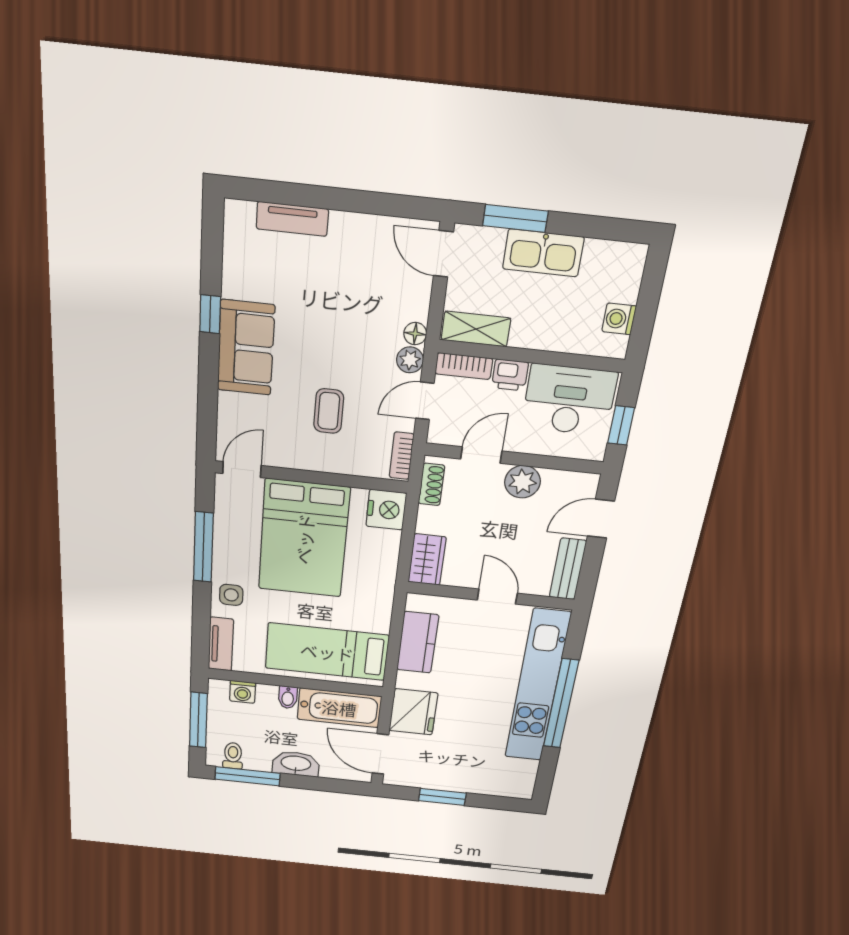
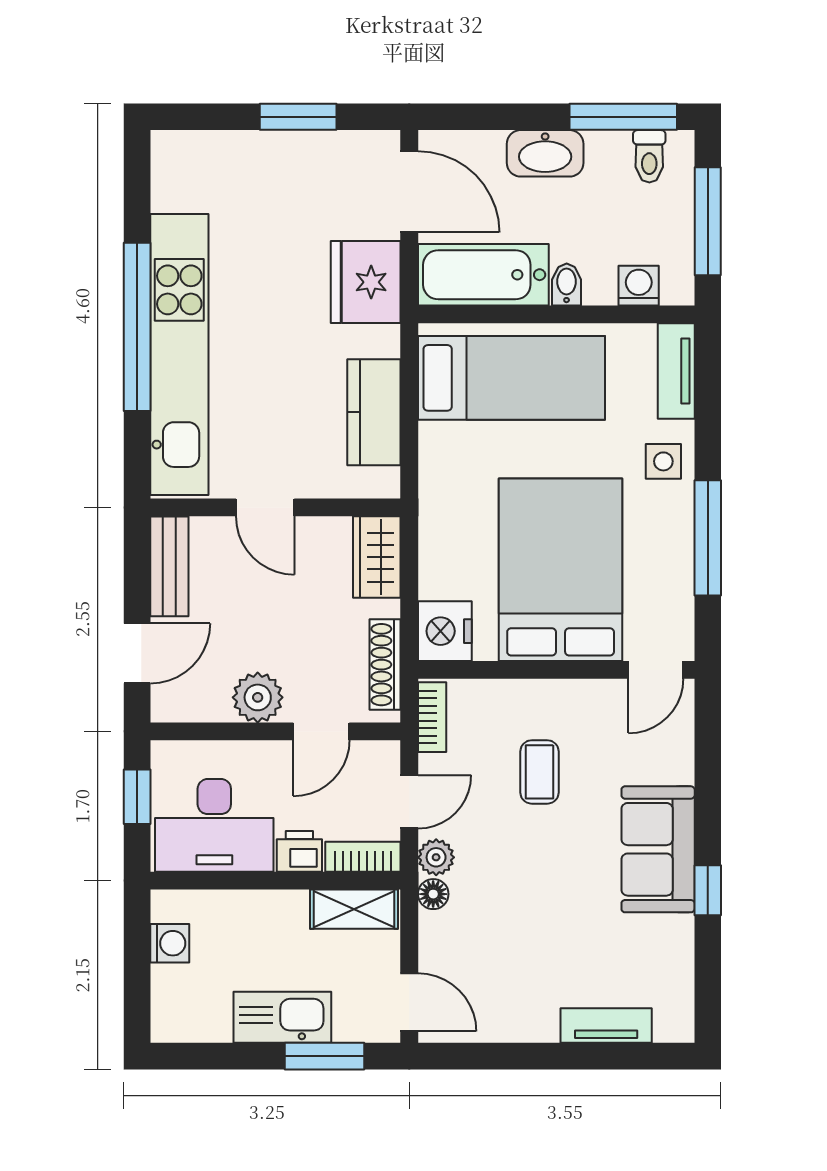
shoe rack: (431, 484) -> (385, 665), width x1.43

